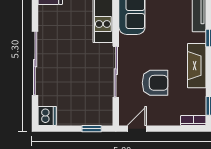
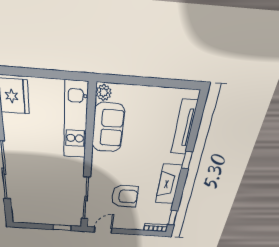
sliding door: (116, 72) -> (86, 199), moved
dishwasher: (47, 116) -> (20, 216), removed

